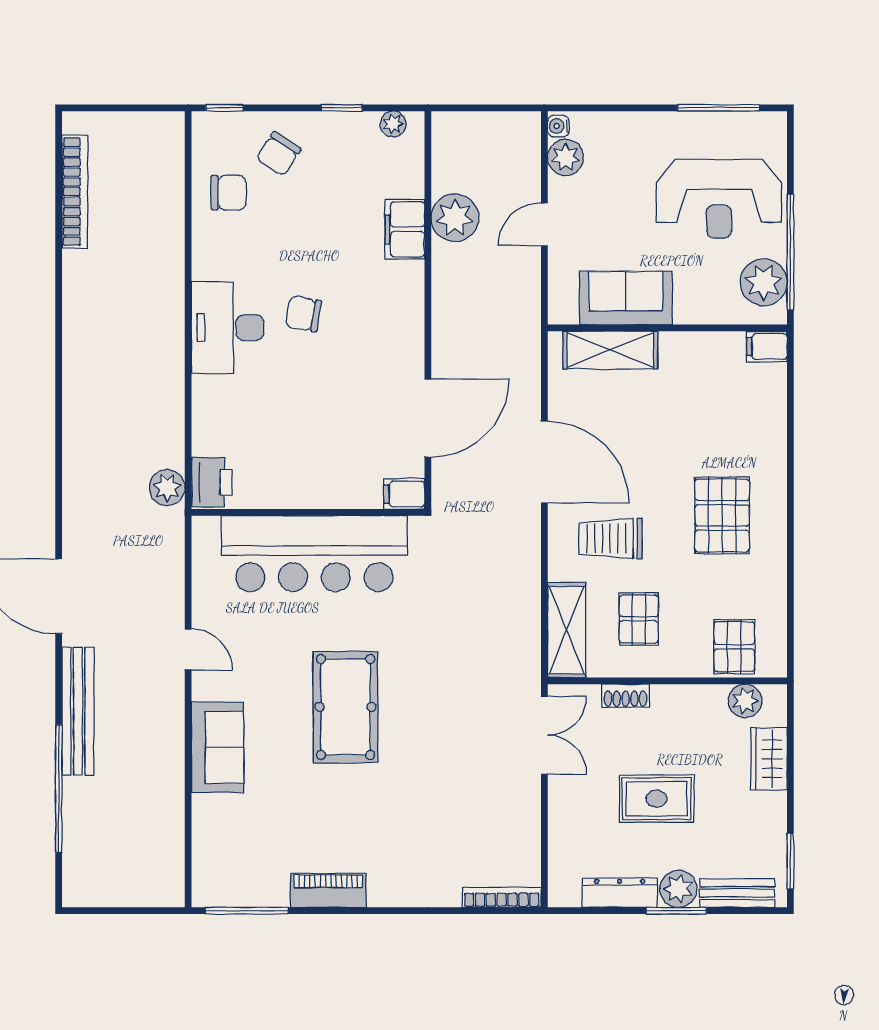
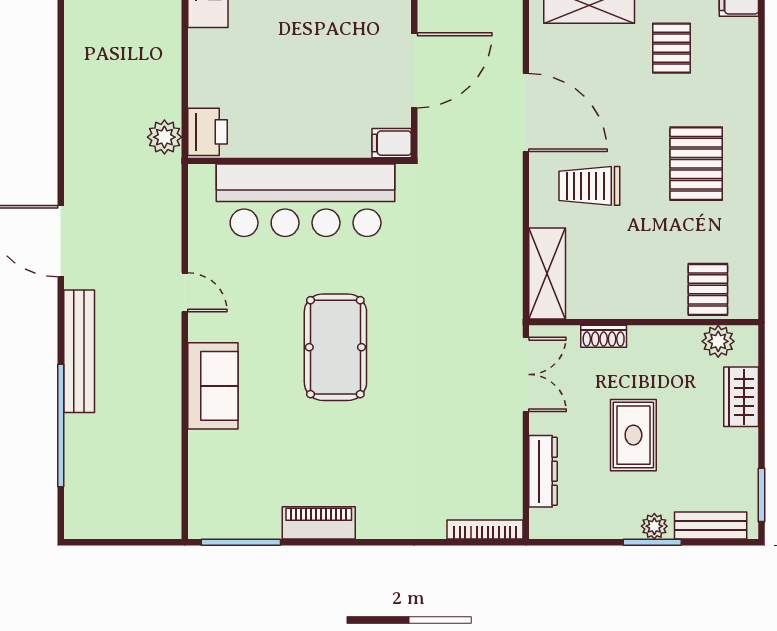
pallet: (639, 619) -> (671, 48), moved
rug: (657, 799) -> (633, 435), turned 90
plant: (678, 889) -> (654, 526), width x0.73, depth x0.73
dresser: (620, 893) -> (543, 471), moved, turned 90

